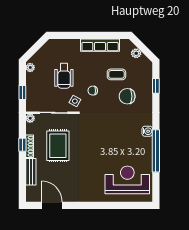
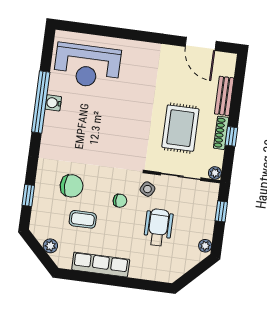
water cooler: (147, 131) -> (53, 103), moved

